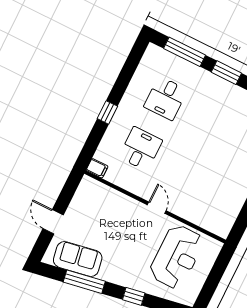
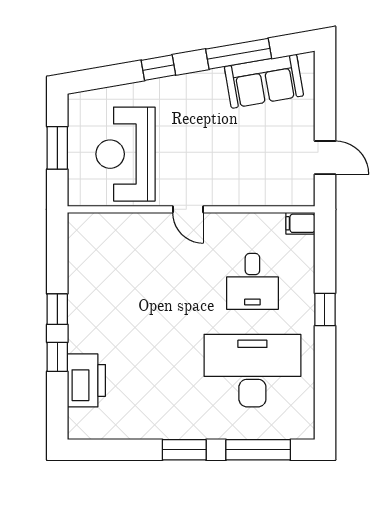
desk: (166, 98) -> (252, 371), width x1.87, depth x1.30
door: (53, 222) -> (325, 158), moved
window: (213, 279) -> (57, 148), added

